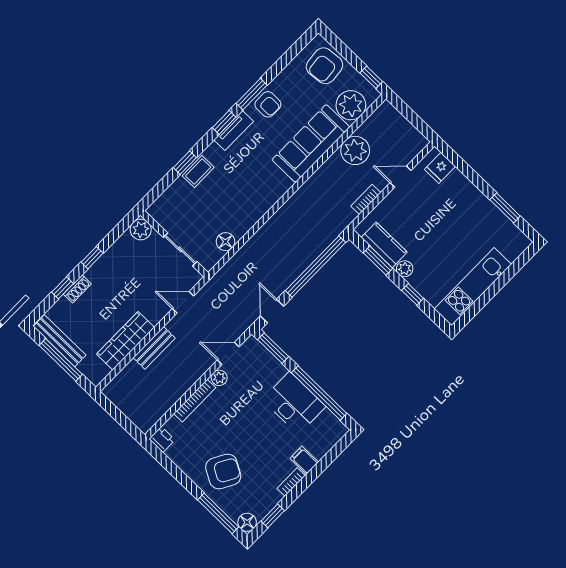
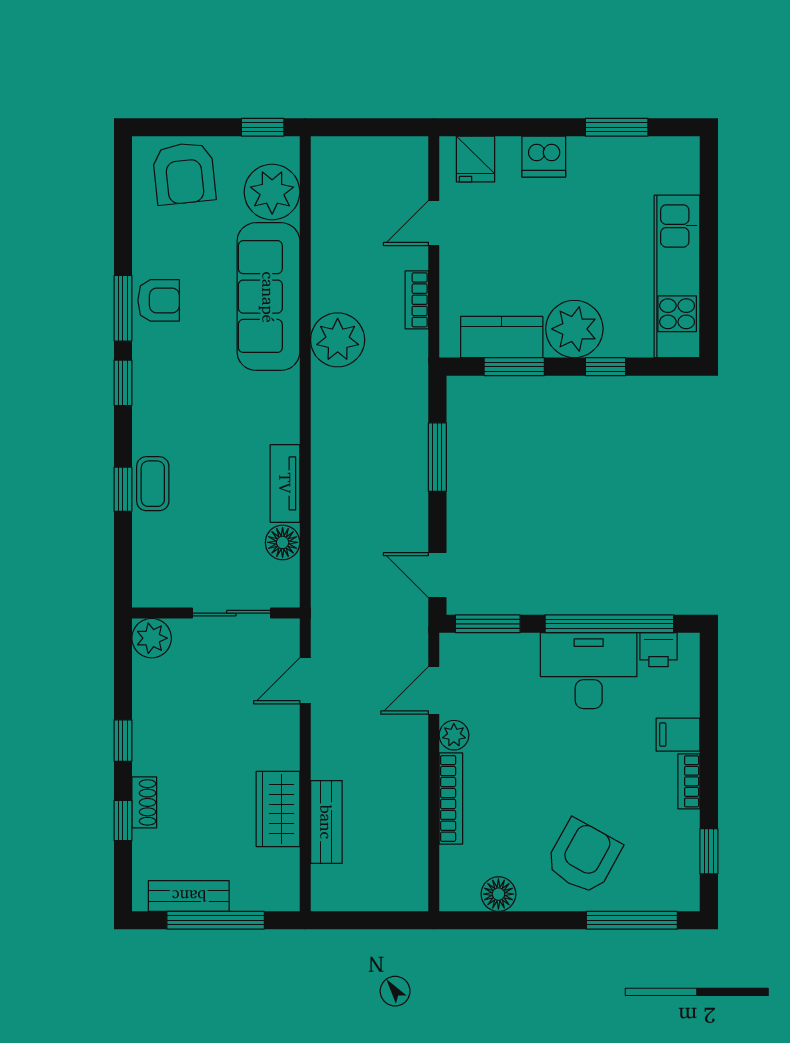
tv unit: (234, 131) -> (285, 483), moved, turned 180
plant: (355, 150) -> (338, 340), moved
dishwasher: (467, 192) -> (544, 157), added
window: (316, 266) -> (437, 457), width x0.47
plant: (405, 269) -> (574, 329), width x1.88, depth x1.88
bench: (60, 341) -> (189, 896), width x0.73
wardrobe: (125, 341) -> (278, 809), width x0.67
bench: (154, 348) -> (326, 822), moved
printer: (162, 439) -> (658, 650), moved, turned 180
floor lamp: (247, 522) -> (498, 894), moved

